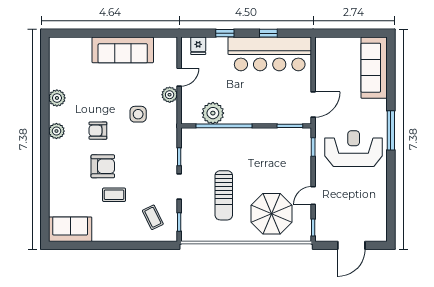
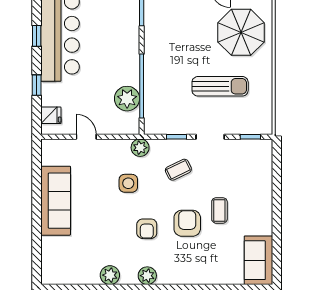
plant: (170, 95) -> (140, 148), moved
coffee table: (153, 217) -> (178, 170), moved

